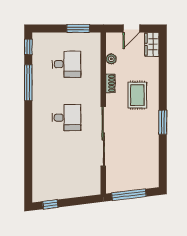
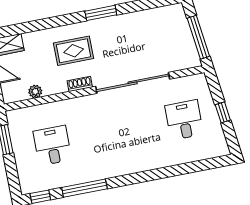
shoe rack: (110, 83) -> (80, 84), moved
desk: (66, 118) -> (184, 120), moved
window: (50, 204) -> (223, 112), moved

